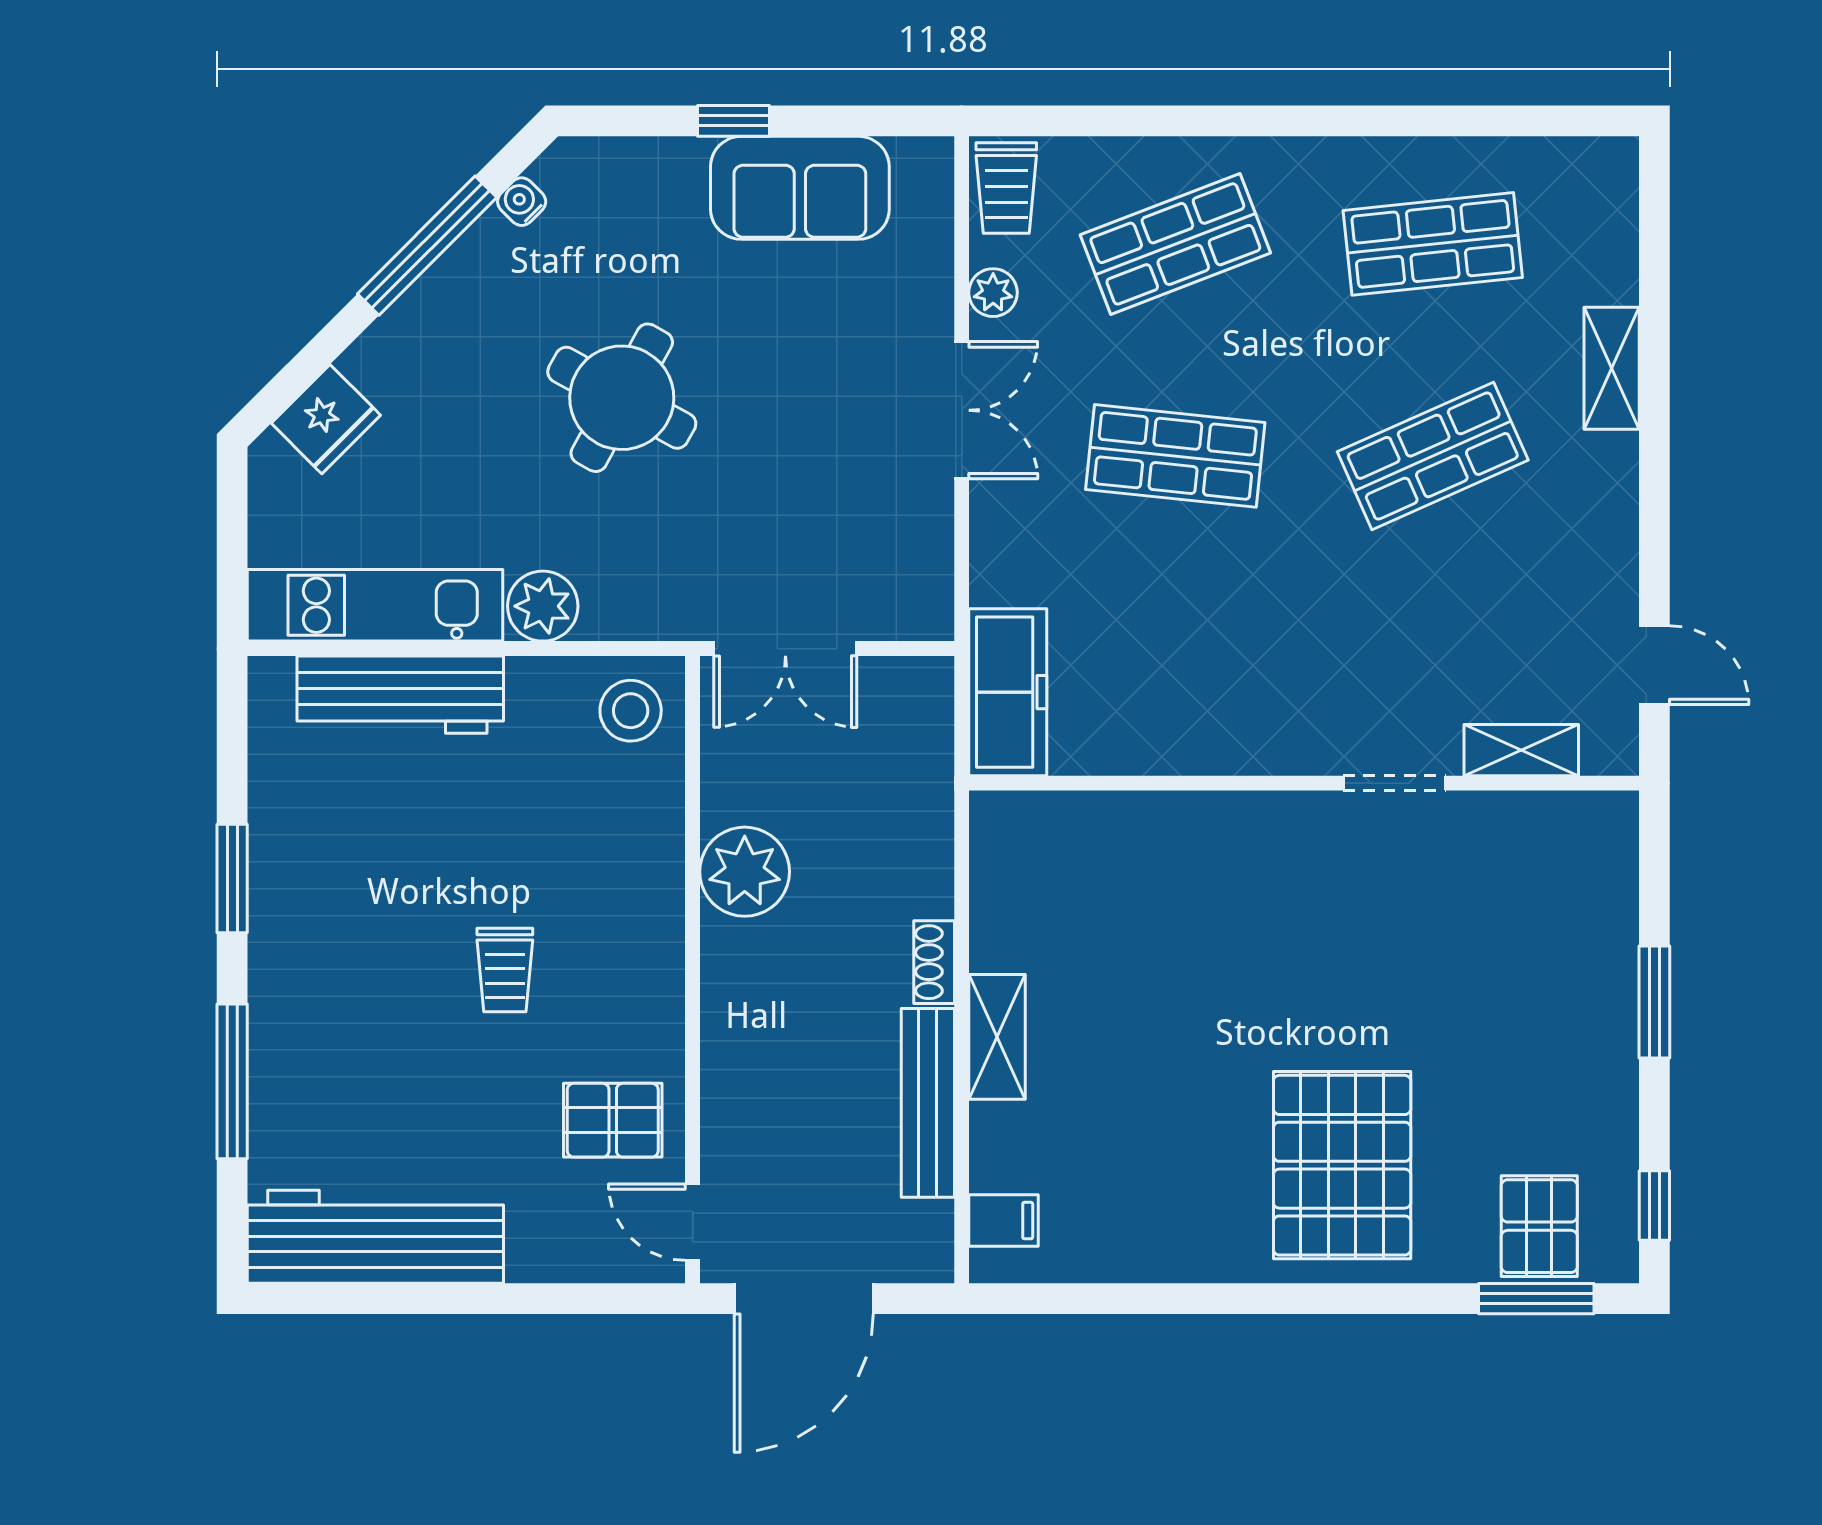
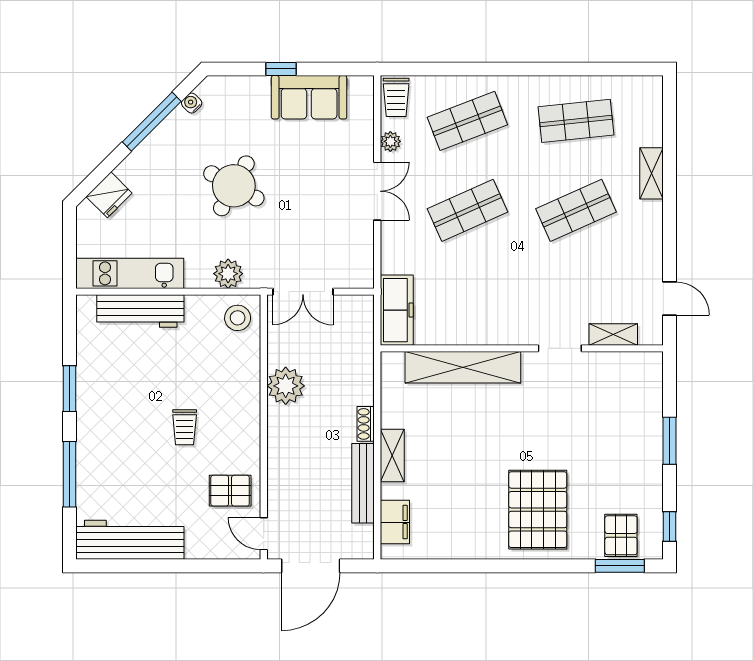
shop shelf: (1175, 456) -> (467, 210), turned -30
plant: (543, 606) -> (228, 274), moved
shelving: (1164, 828) -> (463, 367), added
filing cabinet: (1003, 1221) -> (395, 522), width x2.00

